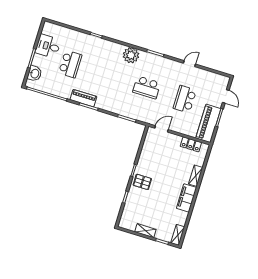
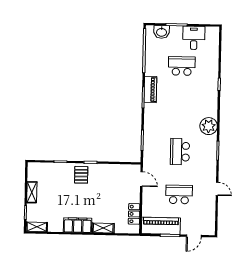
school desk: (70, 64) -> (182, 66), turned 180

